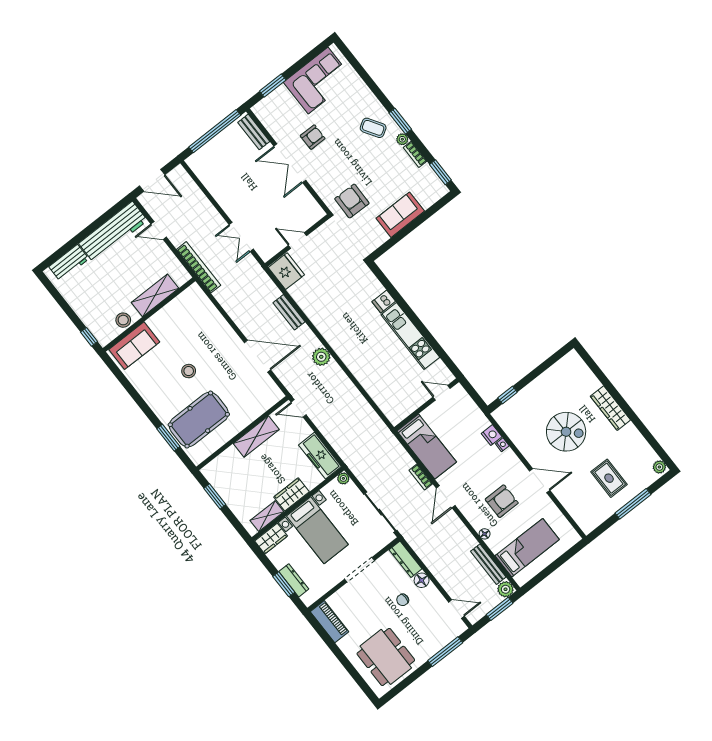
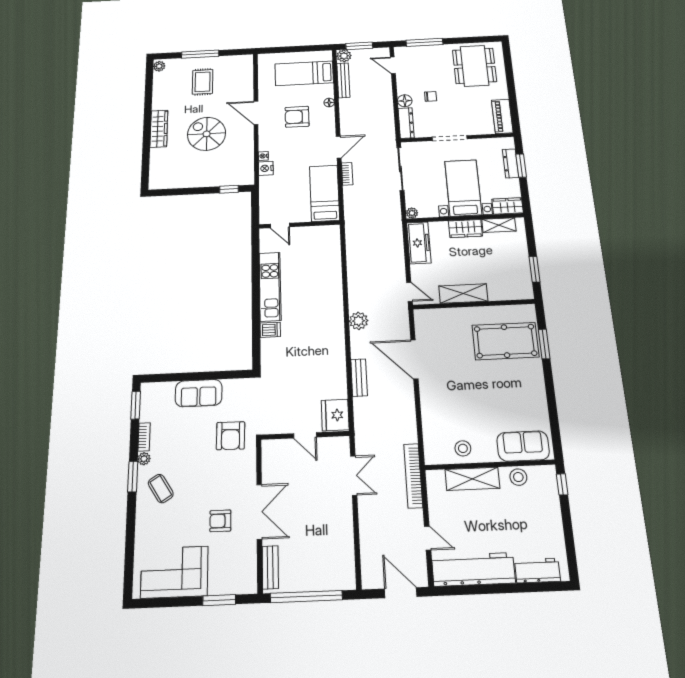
stool: (189, 371) -> (463, 448), moved

